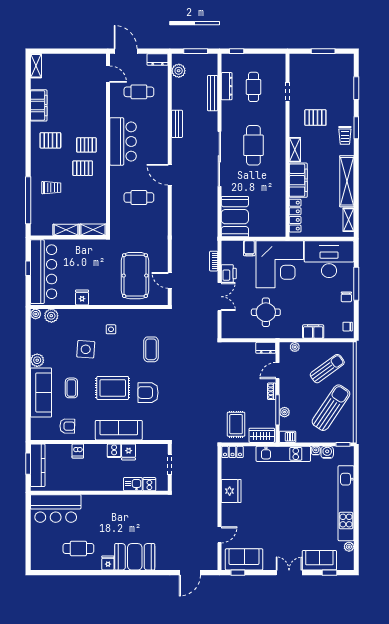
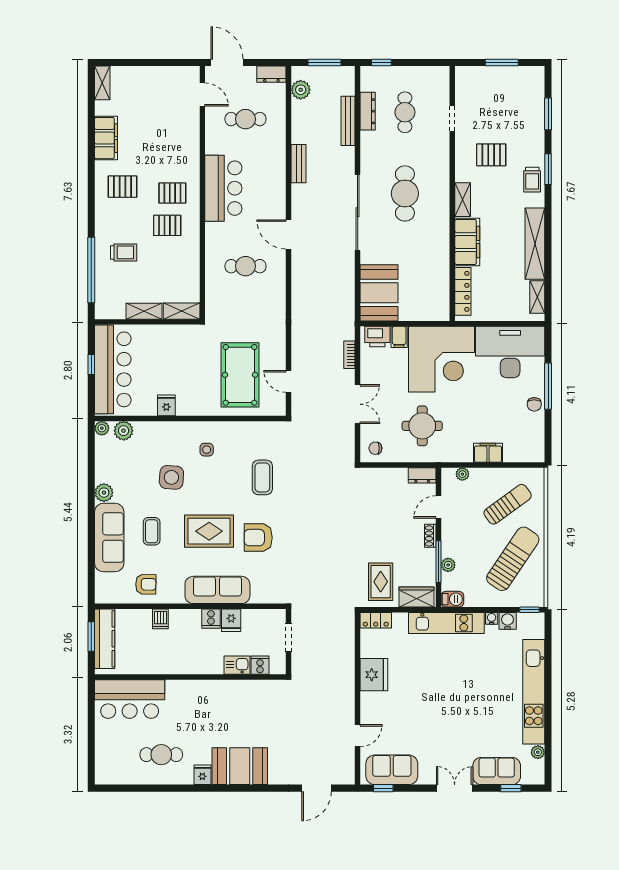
printer: (229, 273) -> (377, 337), moved, turned 90
chair: (348, 327) -> (375, 448), moved

